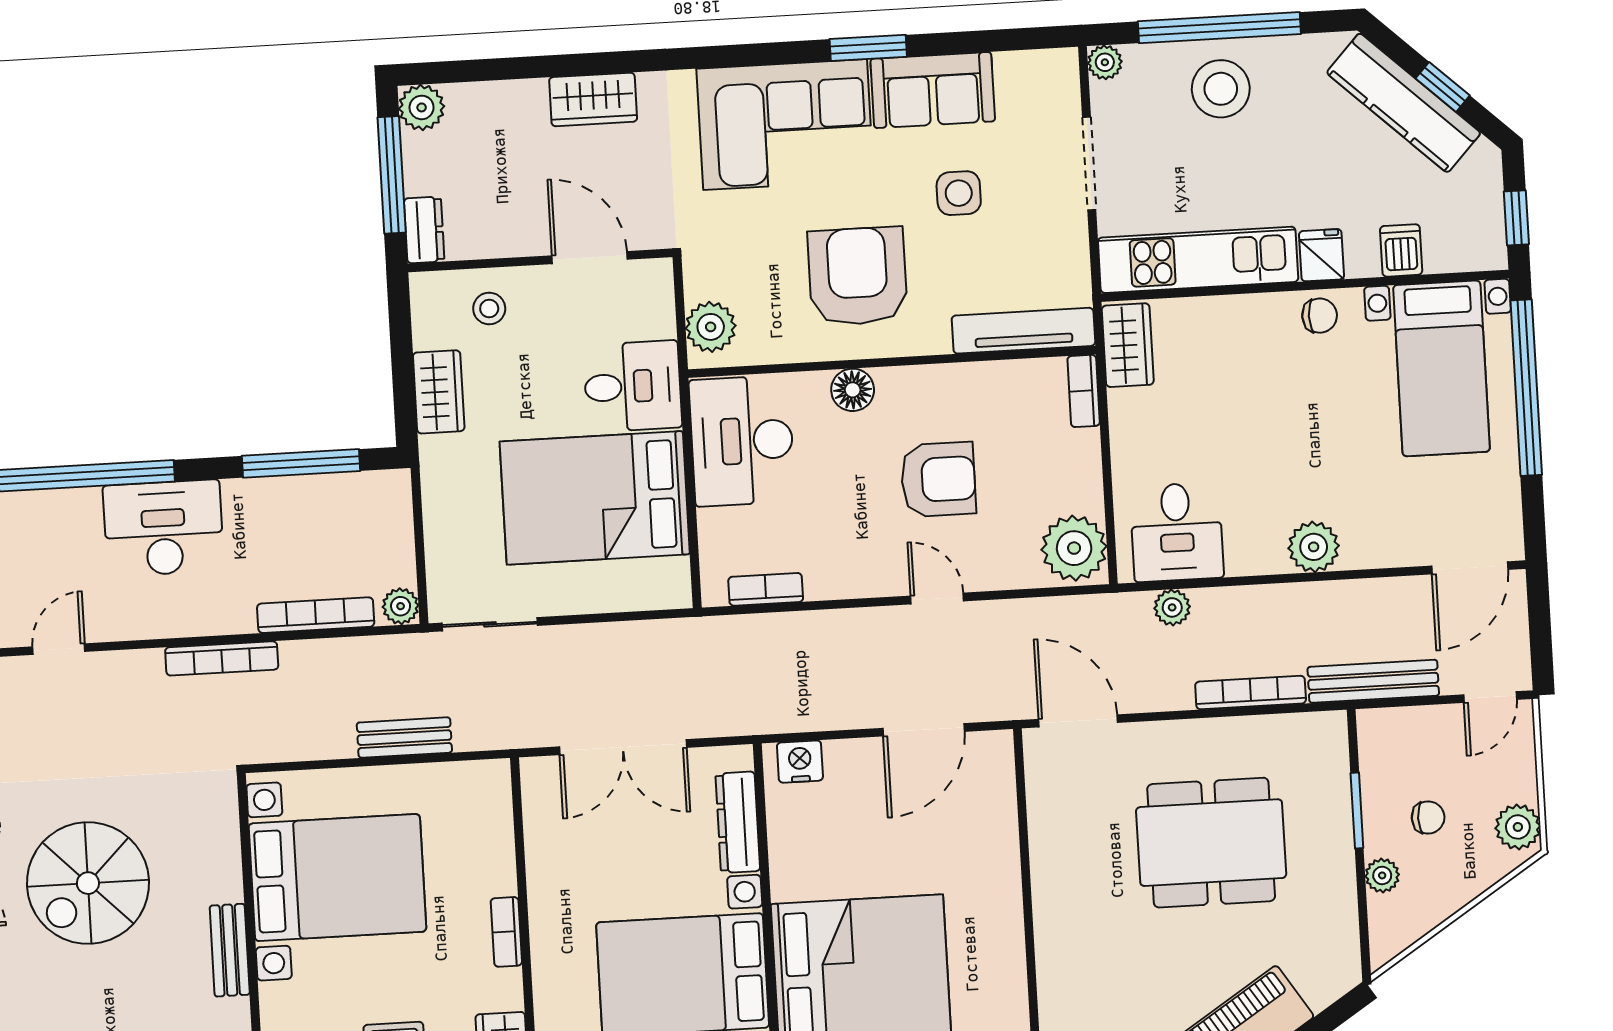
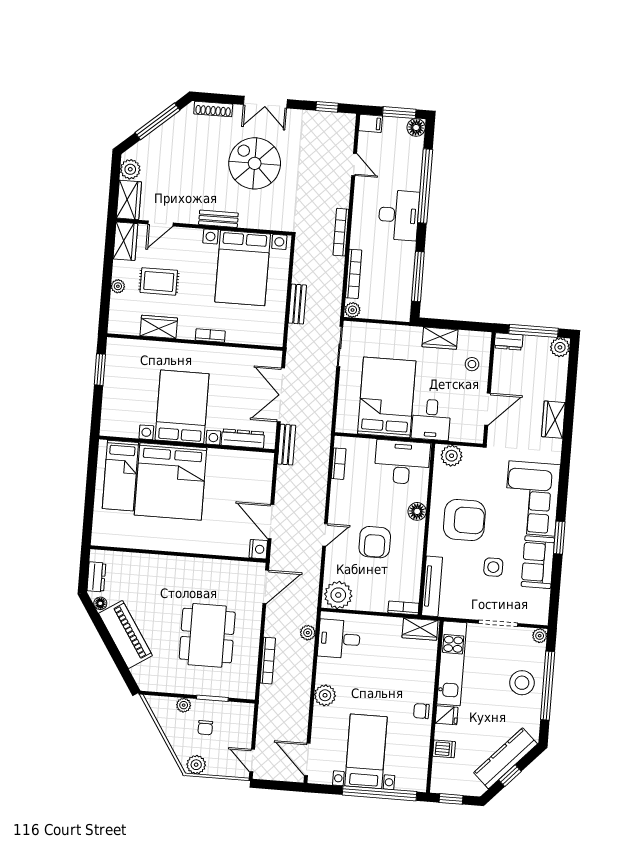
chair: (1320, 316) -> (421, 711), turned 90
bed with nightstands: (1441, 368) -> (366, 751), moved, turned 90
bench: (1373, 681) -> (286, 445), moved, width x0.73
nightstand: (800, 762) -> (258, 549), moved

